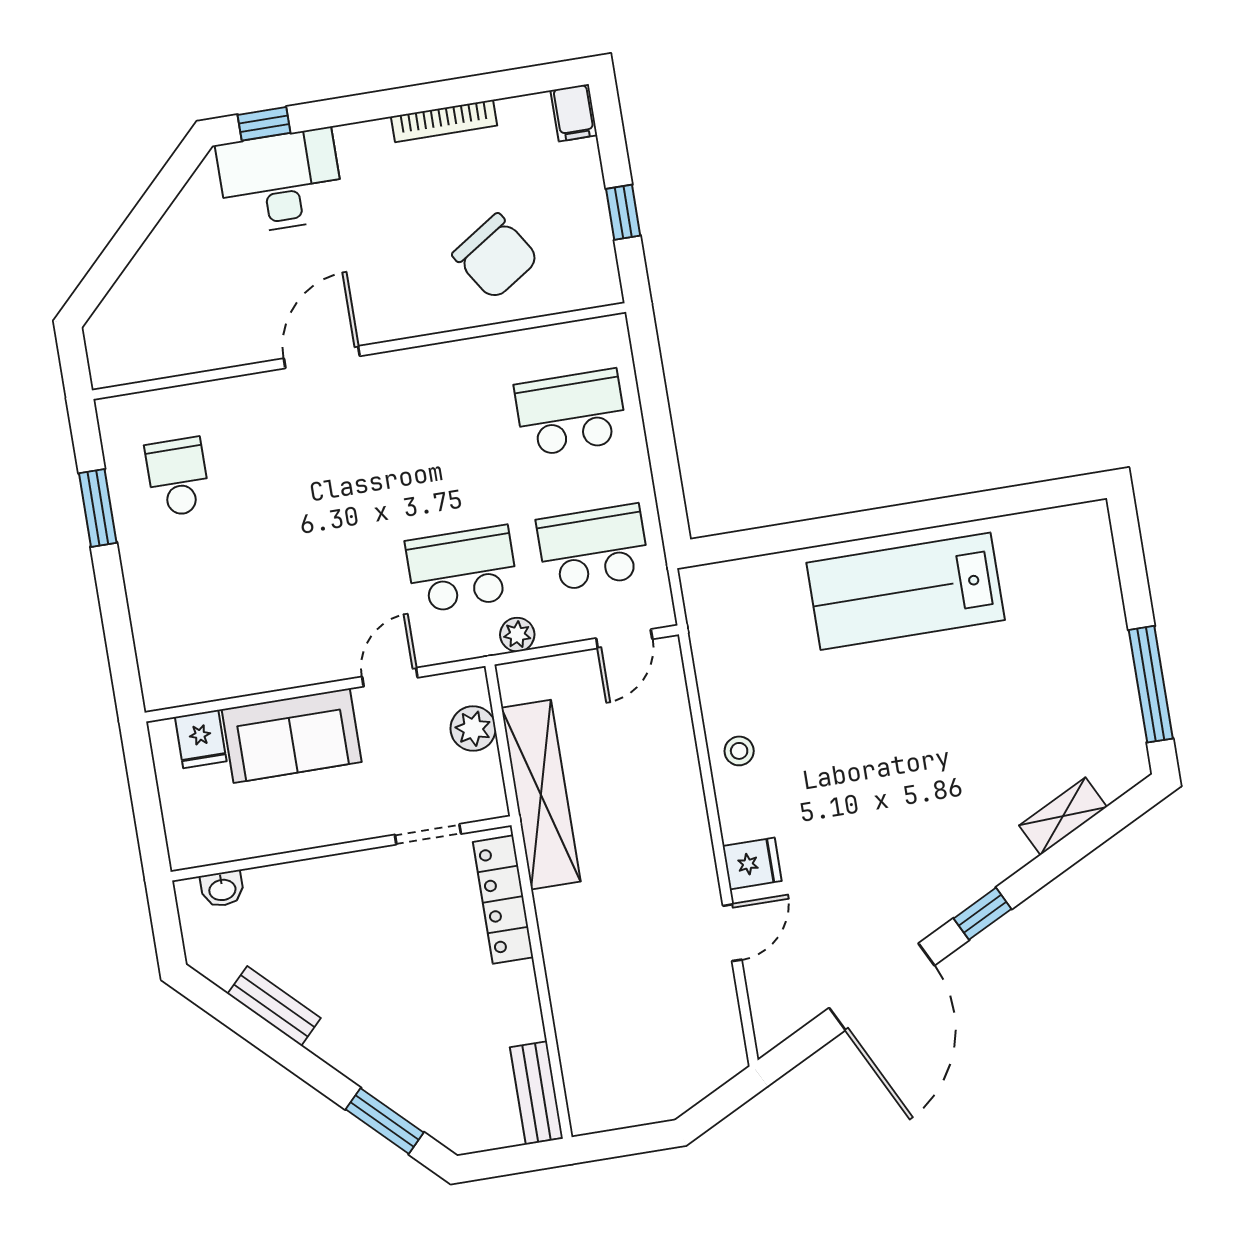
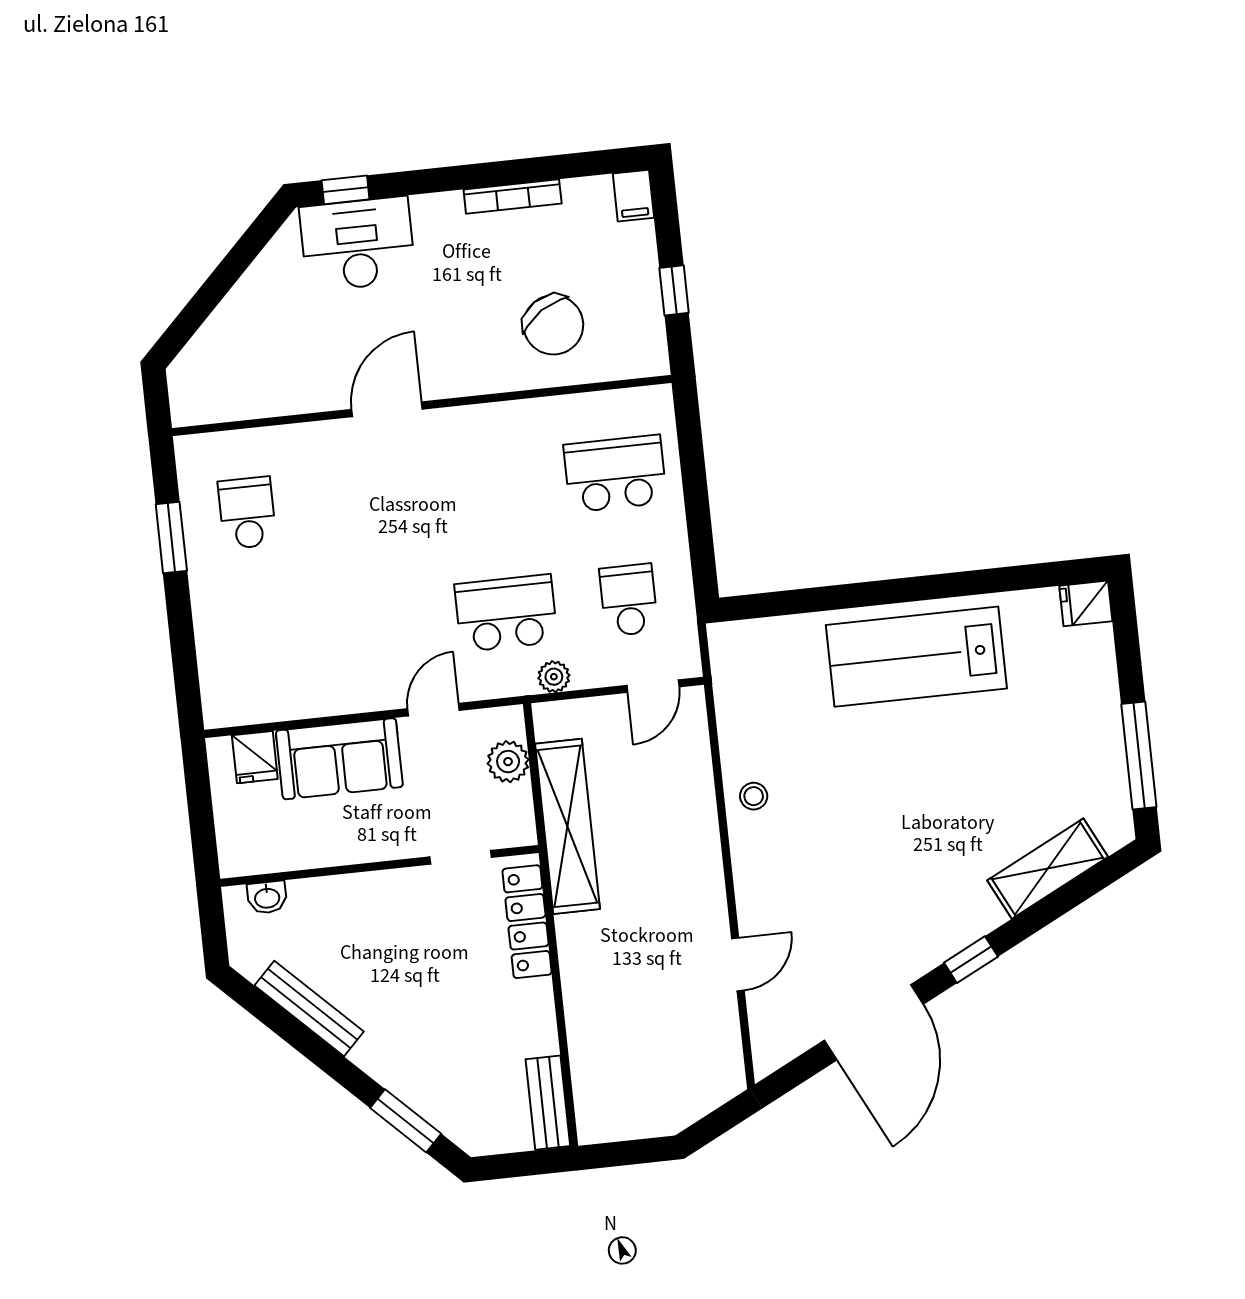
school desk: (593, 548) -> (629, 600), width x0.54
shelving: (1063, 816) -> (1048, 869), width x1.50, depth x1.33
fridge: (752, 863) -> (1086, 603), moved, turned 180
bench: (274, 1006) -> (309, 1008), width x1.36

